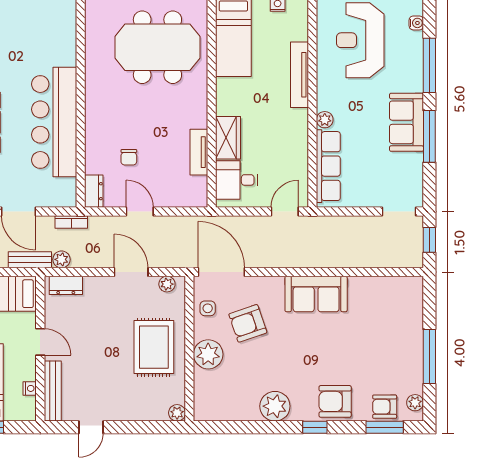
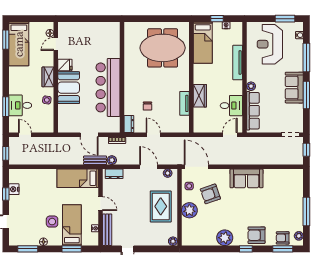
desk: (236, 180) -> (231, 106), moved, turned 180

